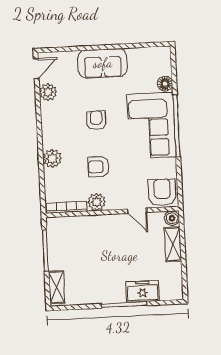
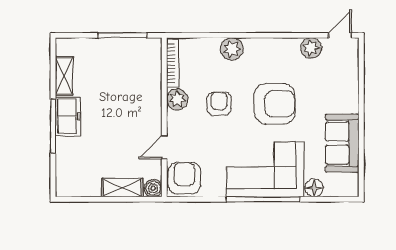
sofa: (103, 63) -> (342, 143), moved
door: (36, 69) -> (340, 35), swing flipped
armchair: (96, 120) -> (275, 104), width x1.88, depth x1.88
armchair: (162, 193) -> (184, 178), turned -90
shelving: (57, 287) -> (64, 76), moved, turned 90
freezer: (143, 291) -> (68, 116), moved

